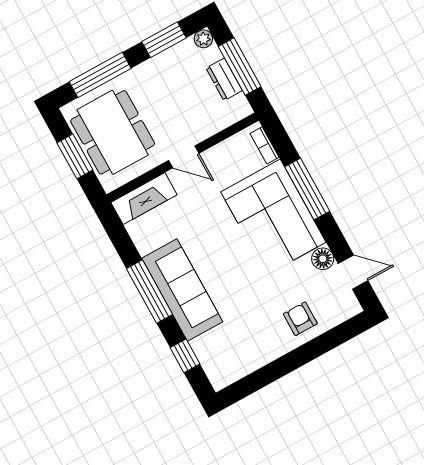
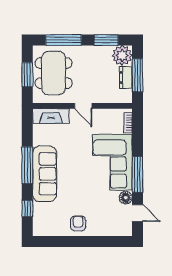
plant: (203, 39) -> (122, 55), width x1.87, depth x1.87
window: (307, 189) -> (137, 174), moved
armchair: (300, 319) -> (78, 224), moved

